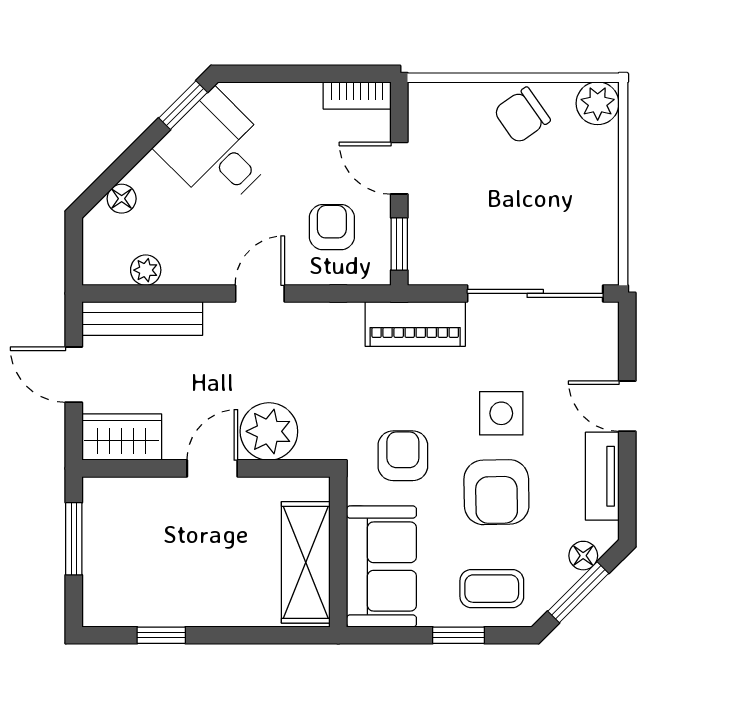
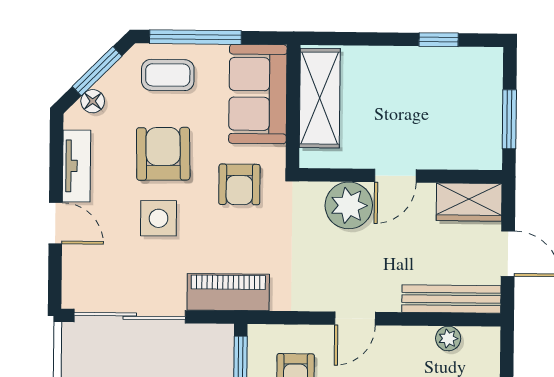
window: (458, 635) -> (195, 37), width x2.17

